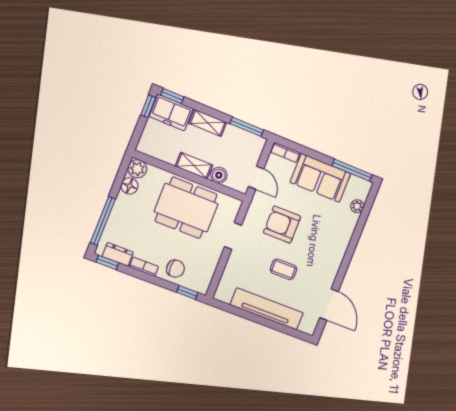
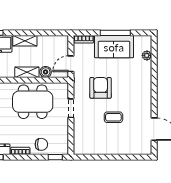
window: (247, 127) -> (51, 33), removed
window: (352, 170) -> (115, 33), moved
door: (256, 178) -> (71, 64), swing flipped
armchair: (282, 225) -> (101, 88), turned 90
tv unit: (267, 309) -> (113, 148), removed

